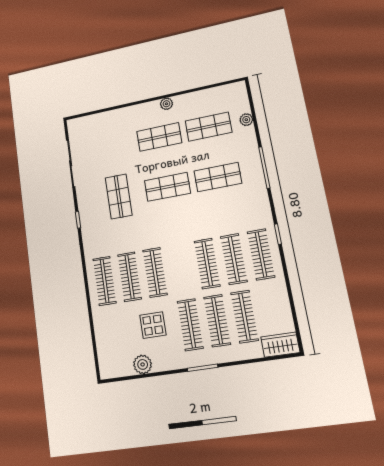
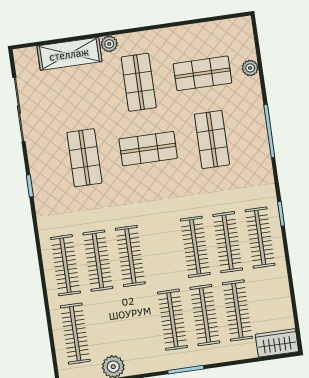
plant: (166, 104) -> (109, 44), moved
shelving: (107, 120) -> (69, 54), added
shop shelf: (159, 137) -> (139, 82), turned 90
shop shelf: (218, 177) -> (212, 140), turned 90
display table: (153, 325) -> (127, 320), removed
clothes rail: (112, 336) -> (75, 334), added

